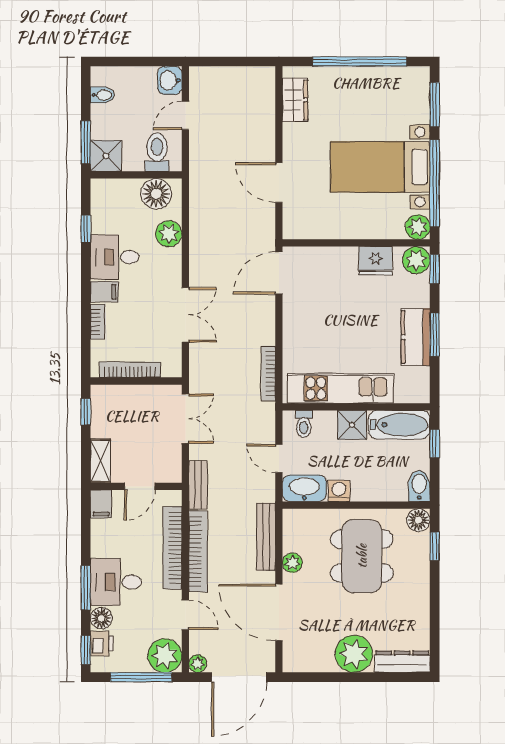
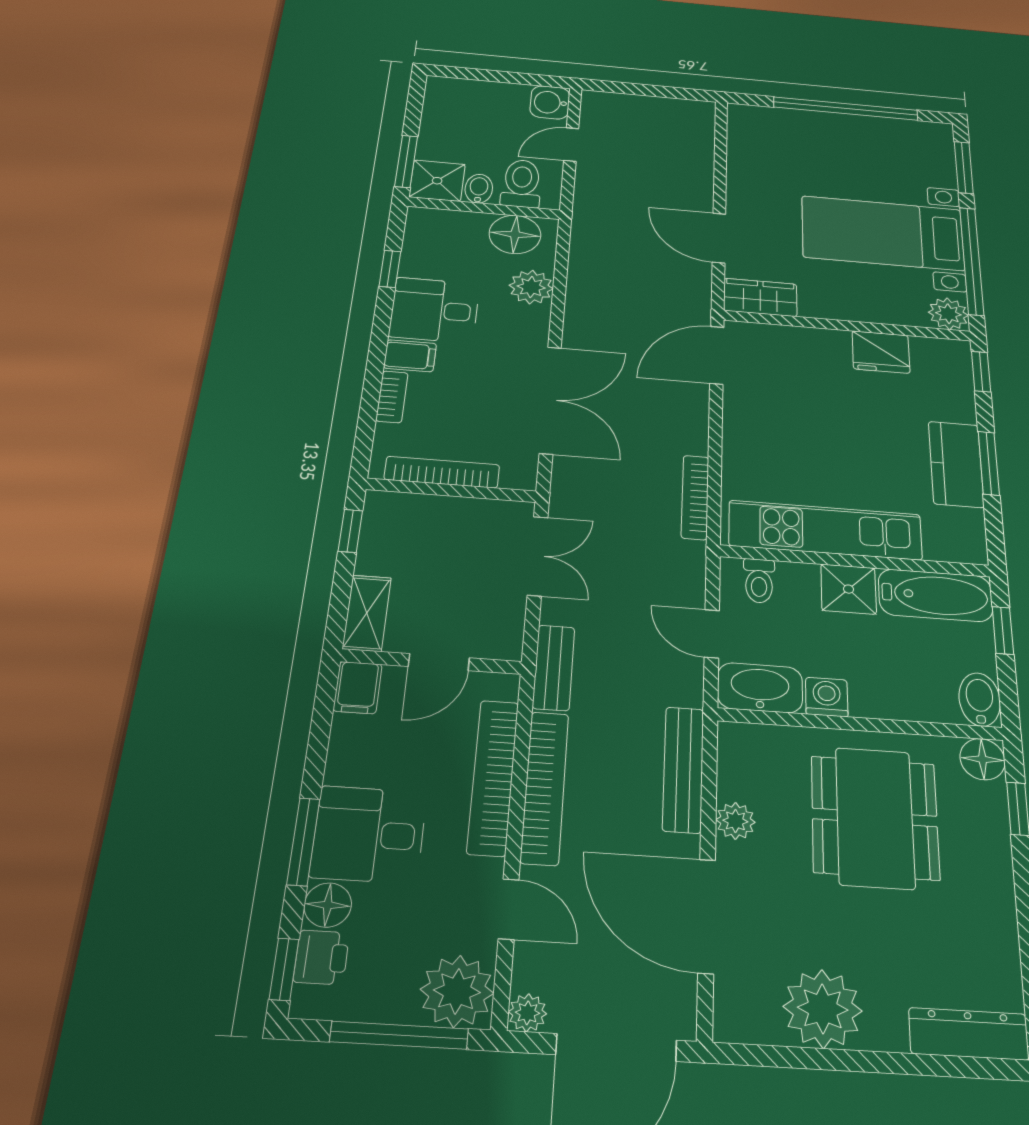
bidet: (102, 95) -> (479, 189), moved, turned -90
wardrobe: (295, 100) -> (760, 297), moved, turned -90
plant: (416, 260) -> (949, 357), removed
double door: (185, 315) -> (550, 400), width x1.37
plant: (354, 654) -> (823, 1009), moved

